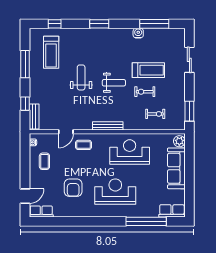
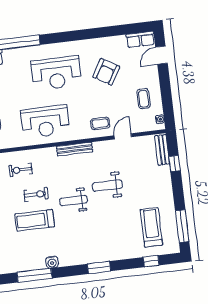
window: (25, 64) -> (182, 226), moved
weight bench: (81, 77) -> (107, 186), moved, turned 90
armchair: (73, 188) -> (106, 72), turned -149

